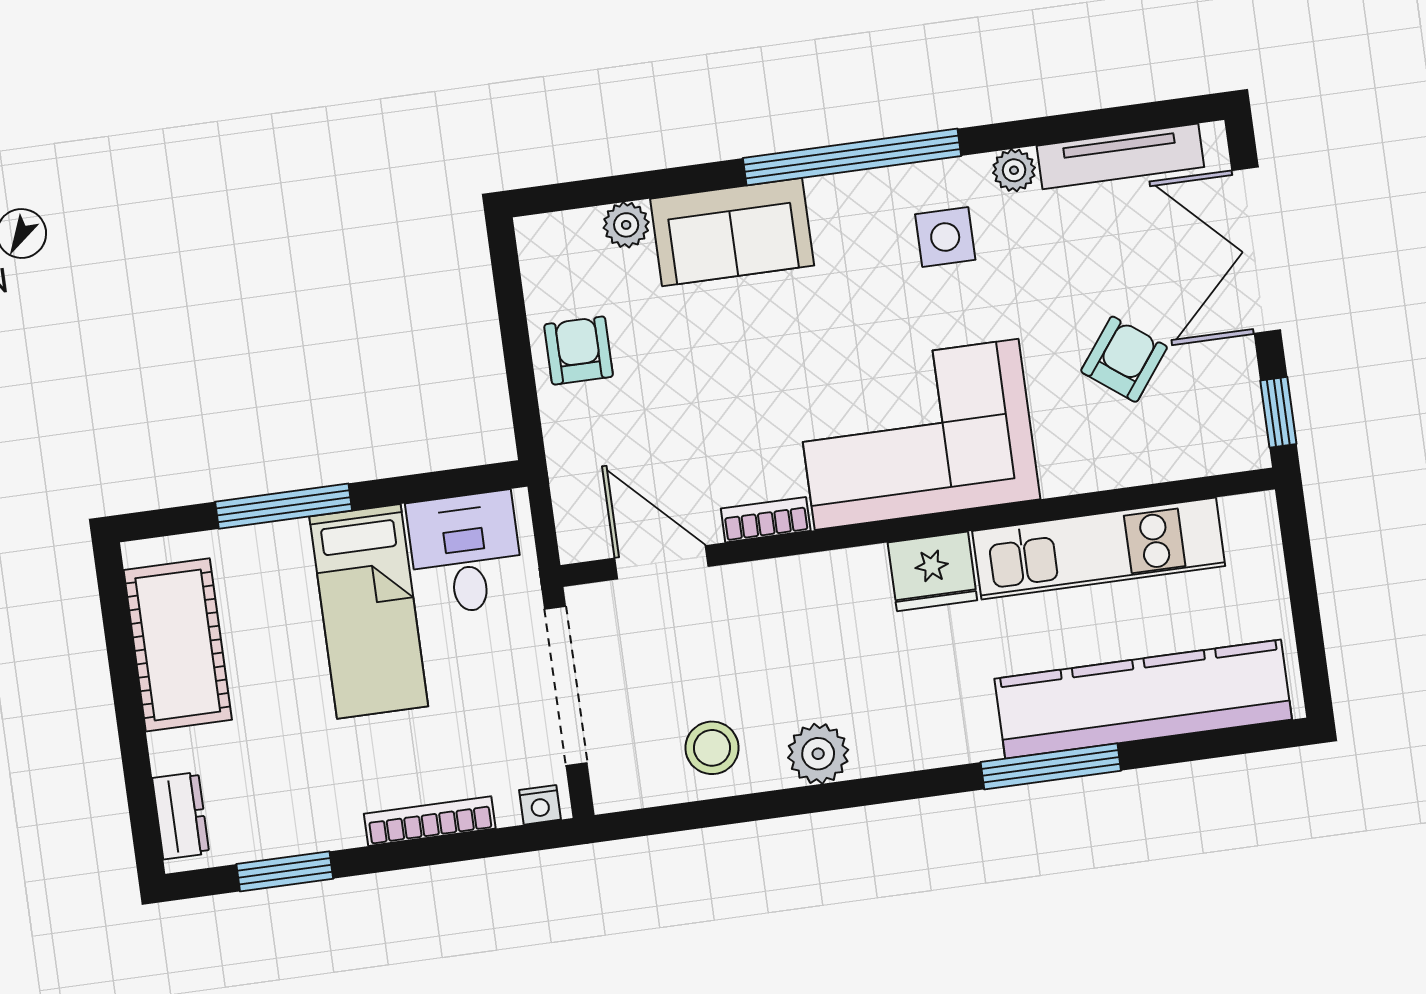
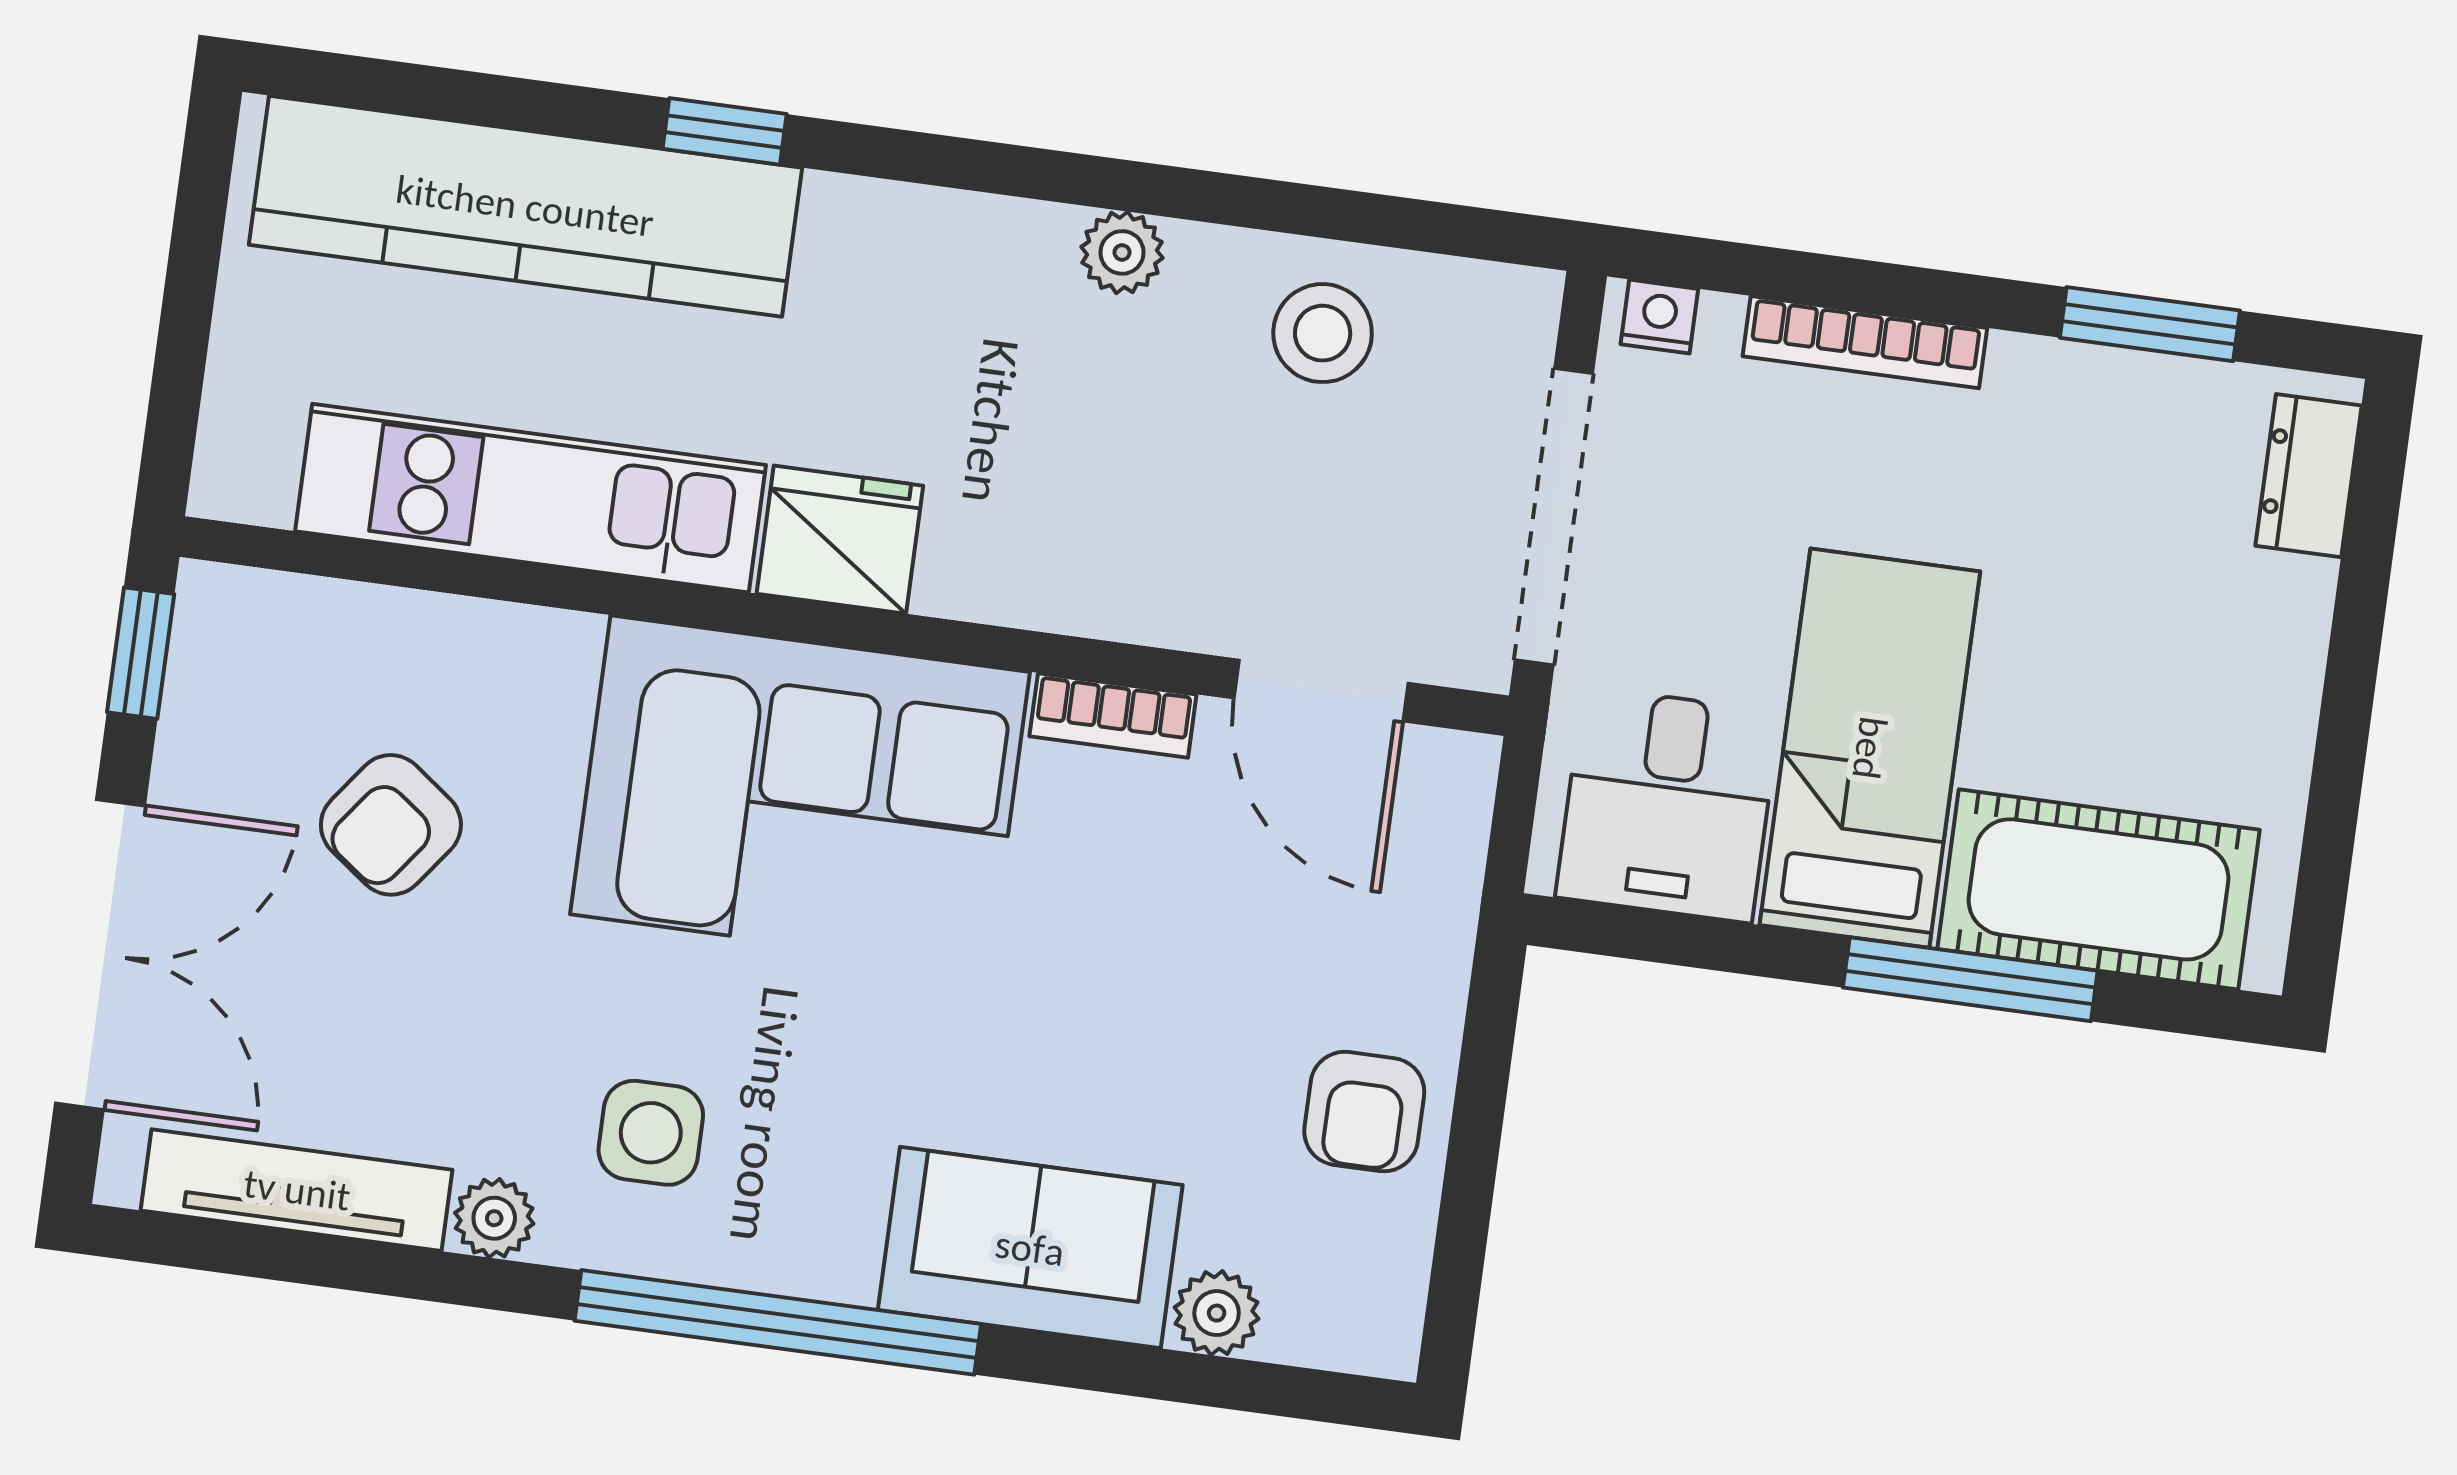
cot: (178, 645) -> (2099, 889), moved, turned 90
plant: (818, 754) -> (1122, 252), width x0.73, depth x0.73
window: (1051, 766) -> (725, 131), width x0.46

